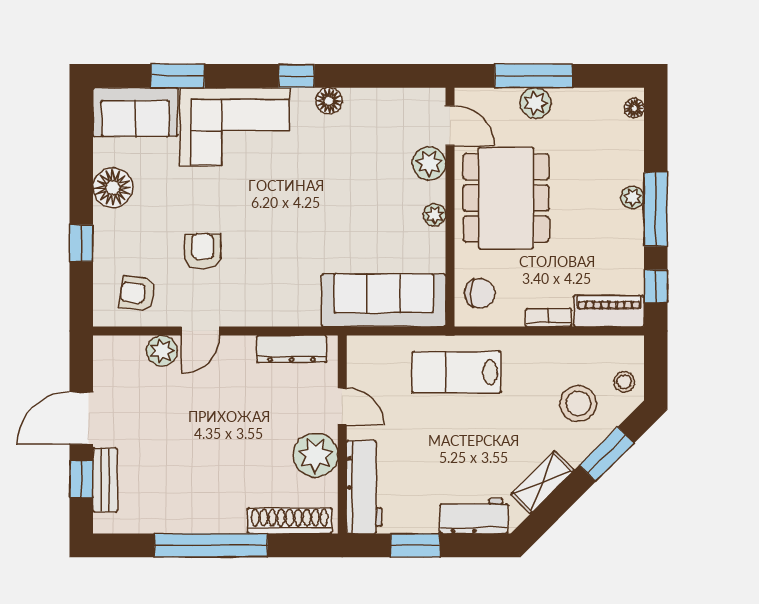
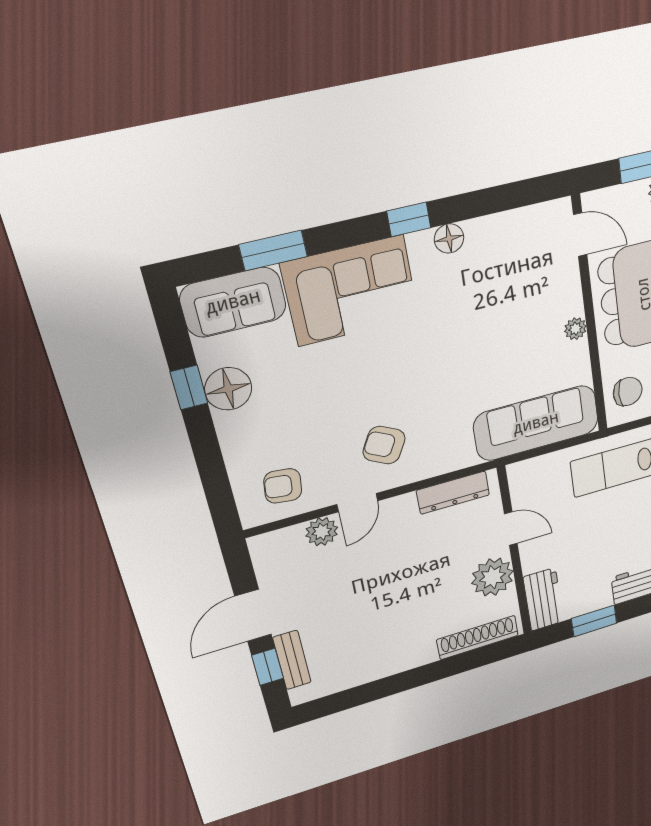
plant: (429, 163) -> (563, 279), removed
window: (81, 243) -> (189, 388), moved
armchair: (202, 251) -> (384, 445), moved, turned -62
workbench: (364, 487) -> (543, 599), width x0.73
window: (211, 545) -> (408, 680), removed

